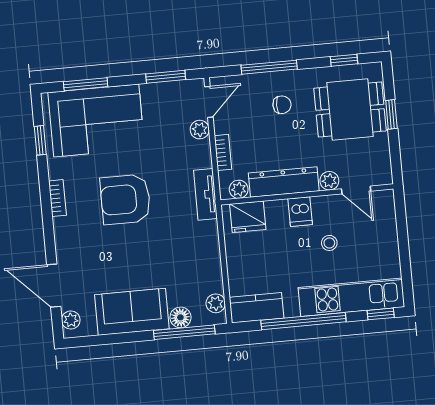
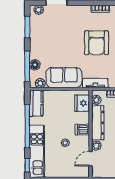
armchair: (125, 199) -> (97, 43), turned 180
sofa: (132, 312) -> (64, 78), moved, turned -90
window: (107, 339) -> (27, 27), added

